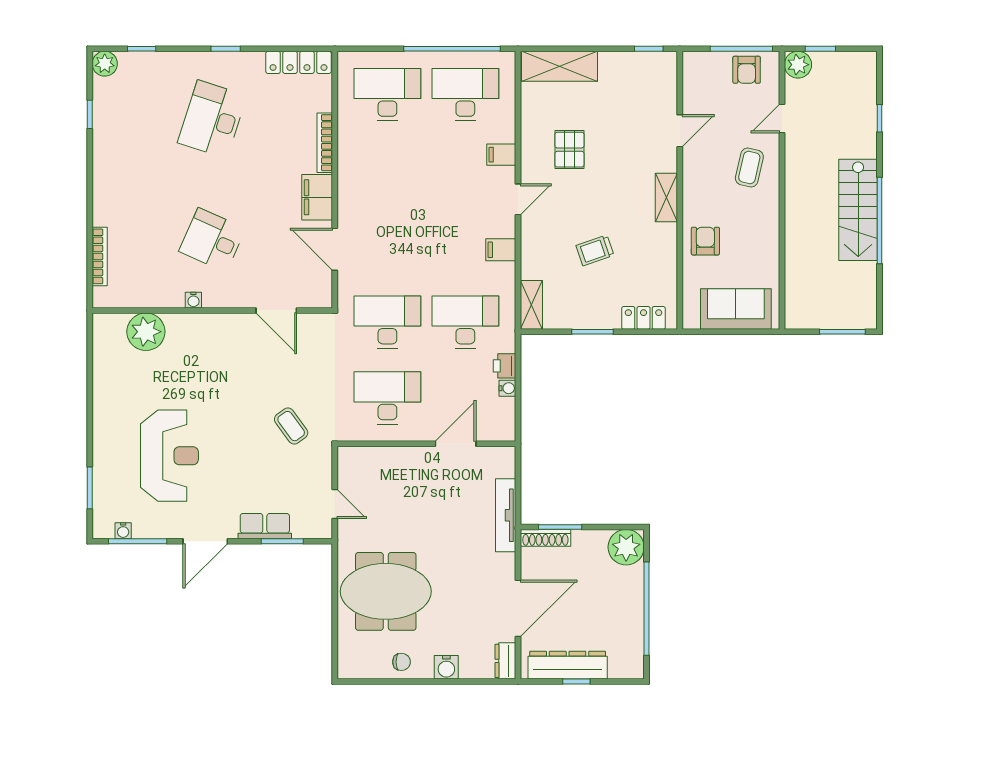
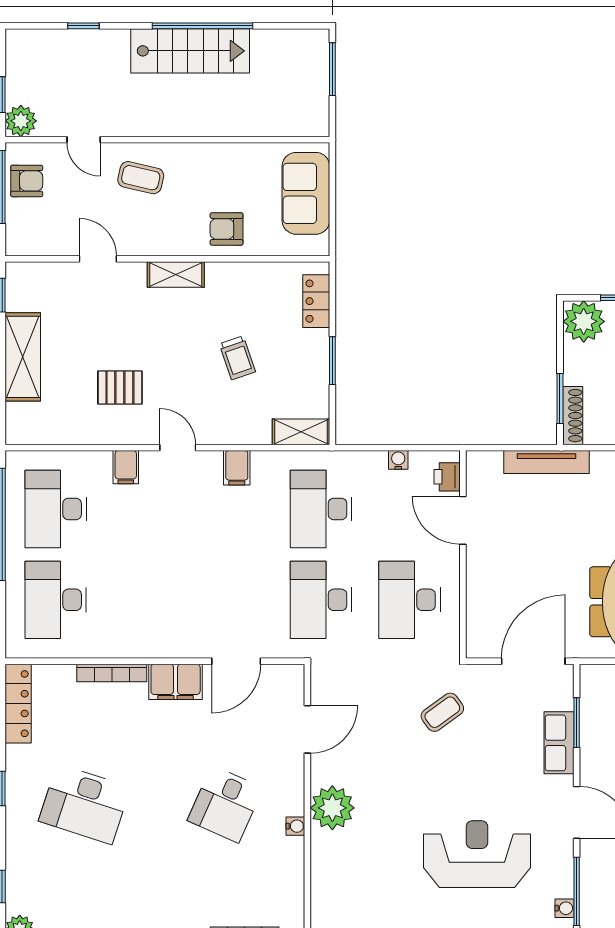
shelving: (559, 66) -> (23, 357), moved
plant: (146, 332) -> (332, 808), moved
printer: (504, 366) -> (447, 477), moved, turned 90
door: (335, 504) -> (533, 661), width x1.87

